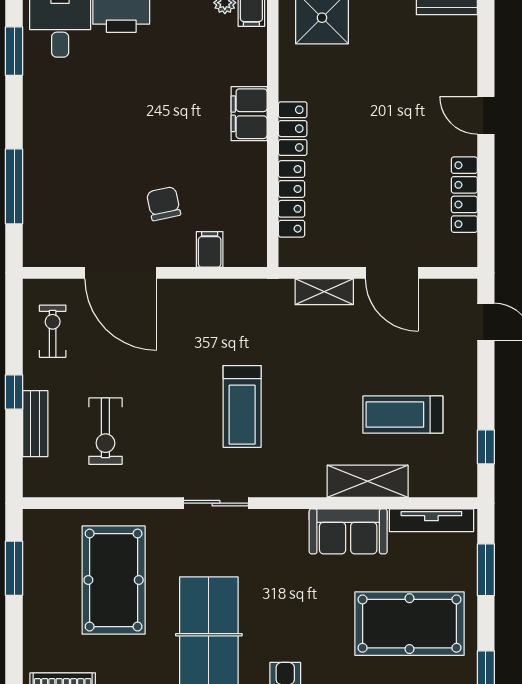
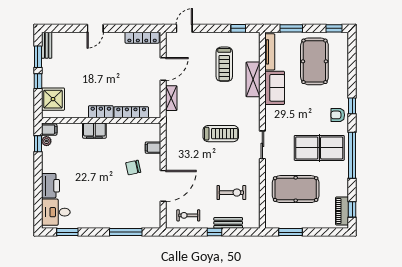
locker: (464, 195) -> (142, 38), moved

